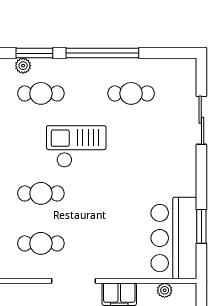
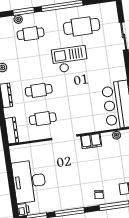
cafe table: (131, 93) -> (82, 26), width x1.37, depth x1.35
checkout: (76, 146) -> (70, 59), moved

